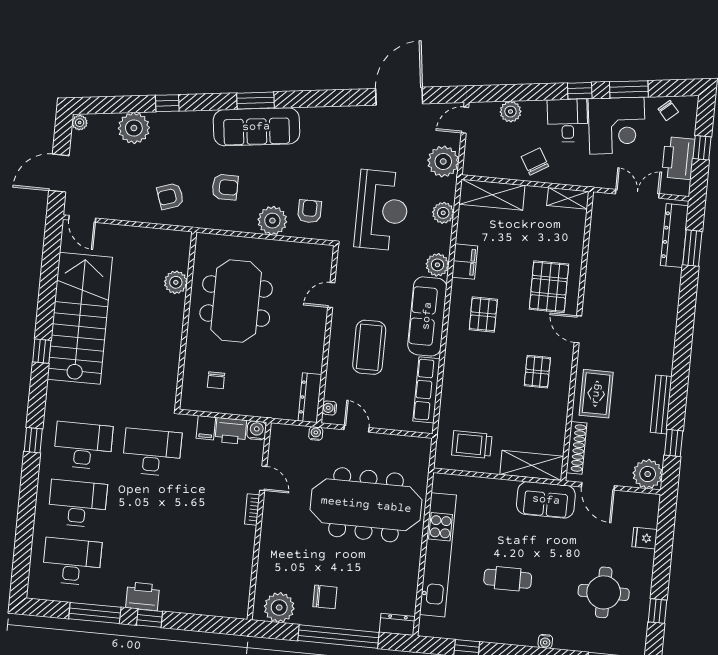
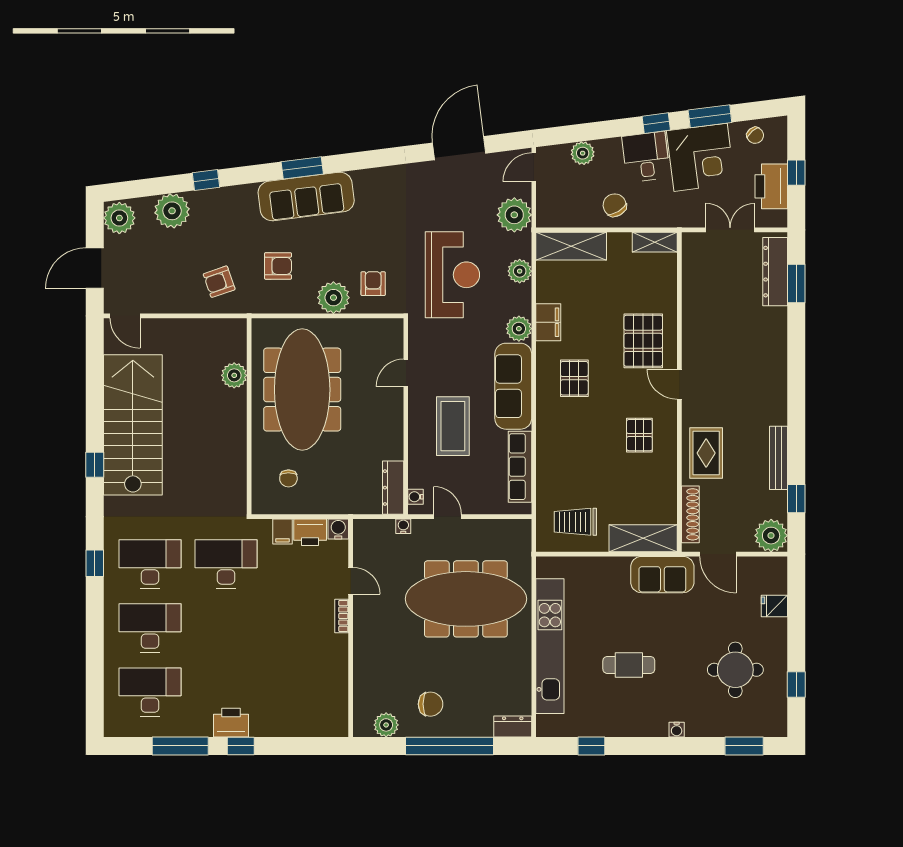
plant: (80, 123) -> (119, 218), width x1.88, depth x1.88
meeting table: (236, 301) -> (302, 390), width x1.36
plant: (279, 607) -> (386, 725), width x0.73, depth x0.73

